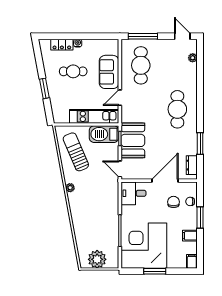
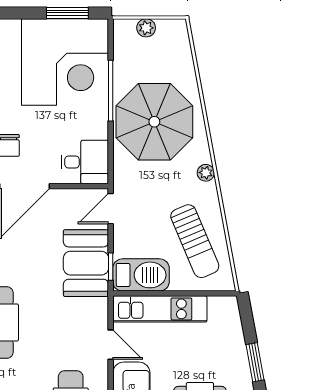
door: (120, 98) -> (111, 345), hinge flipped
door: (120, 169) -> (111, 209), swing flipped
parasol: (97, 214) -> (154, 122), added
plant: (97, 259) -> (146, 28), width x0.53, depth x0.53
window: (155, 271) -> (67, 13), moved

